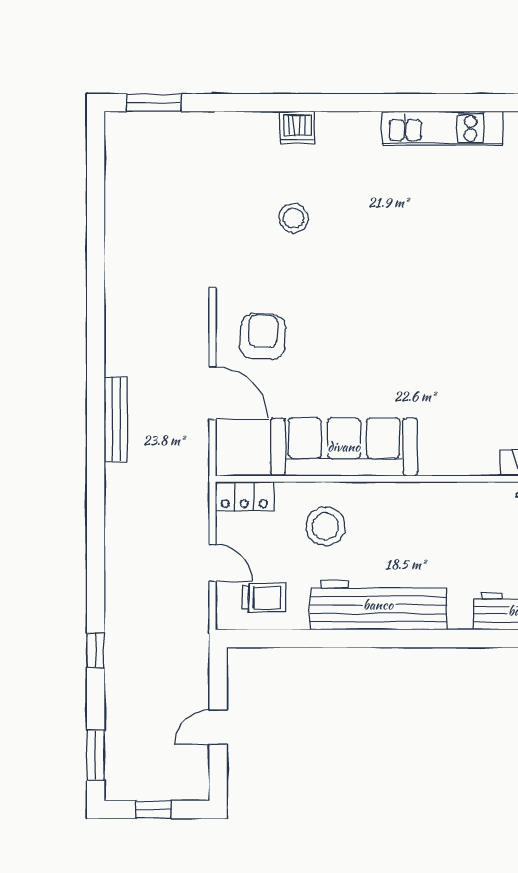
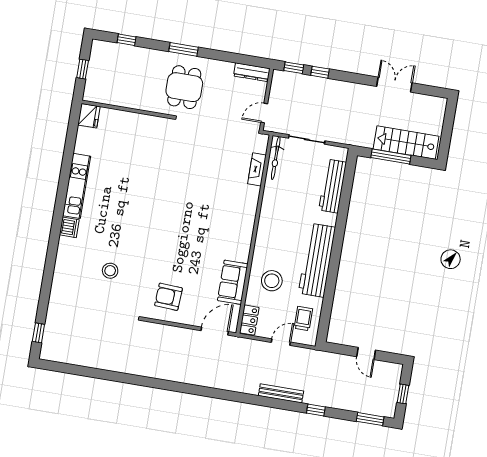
window: (154, 103) -> (38, 333), width x0.67
dishwasher: (297, 128) -> (69, 227), moved
door: (212, 393) -> (215, 331), moved
bench: (116, 419) -> (281, 393), moved
sofa: (344, 447) -> (233, 282), width x0.54, depth x0.79

